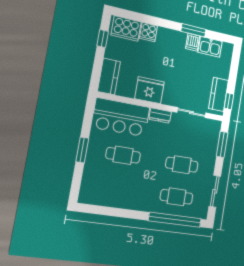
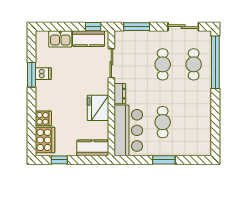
kitchen sink: (210, 47) -> (60, 39), moved, turned 90

